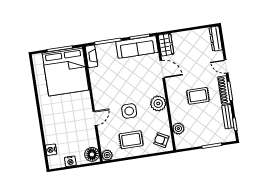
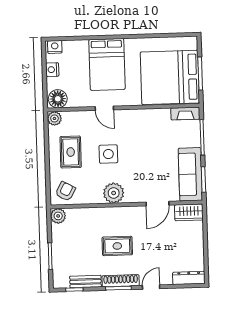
rug: (198, 96) -> (117, 246), turned 90
bed: (61, 120) -> (107, 64), added
plant: (178, 129) -> (58, 216), moved
nightstand: (51, 150) -> (55, 47), moved

